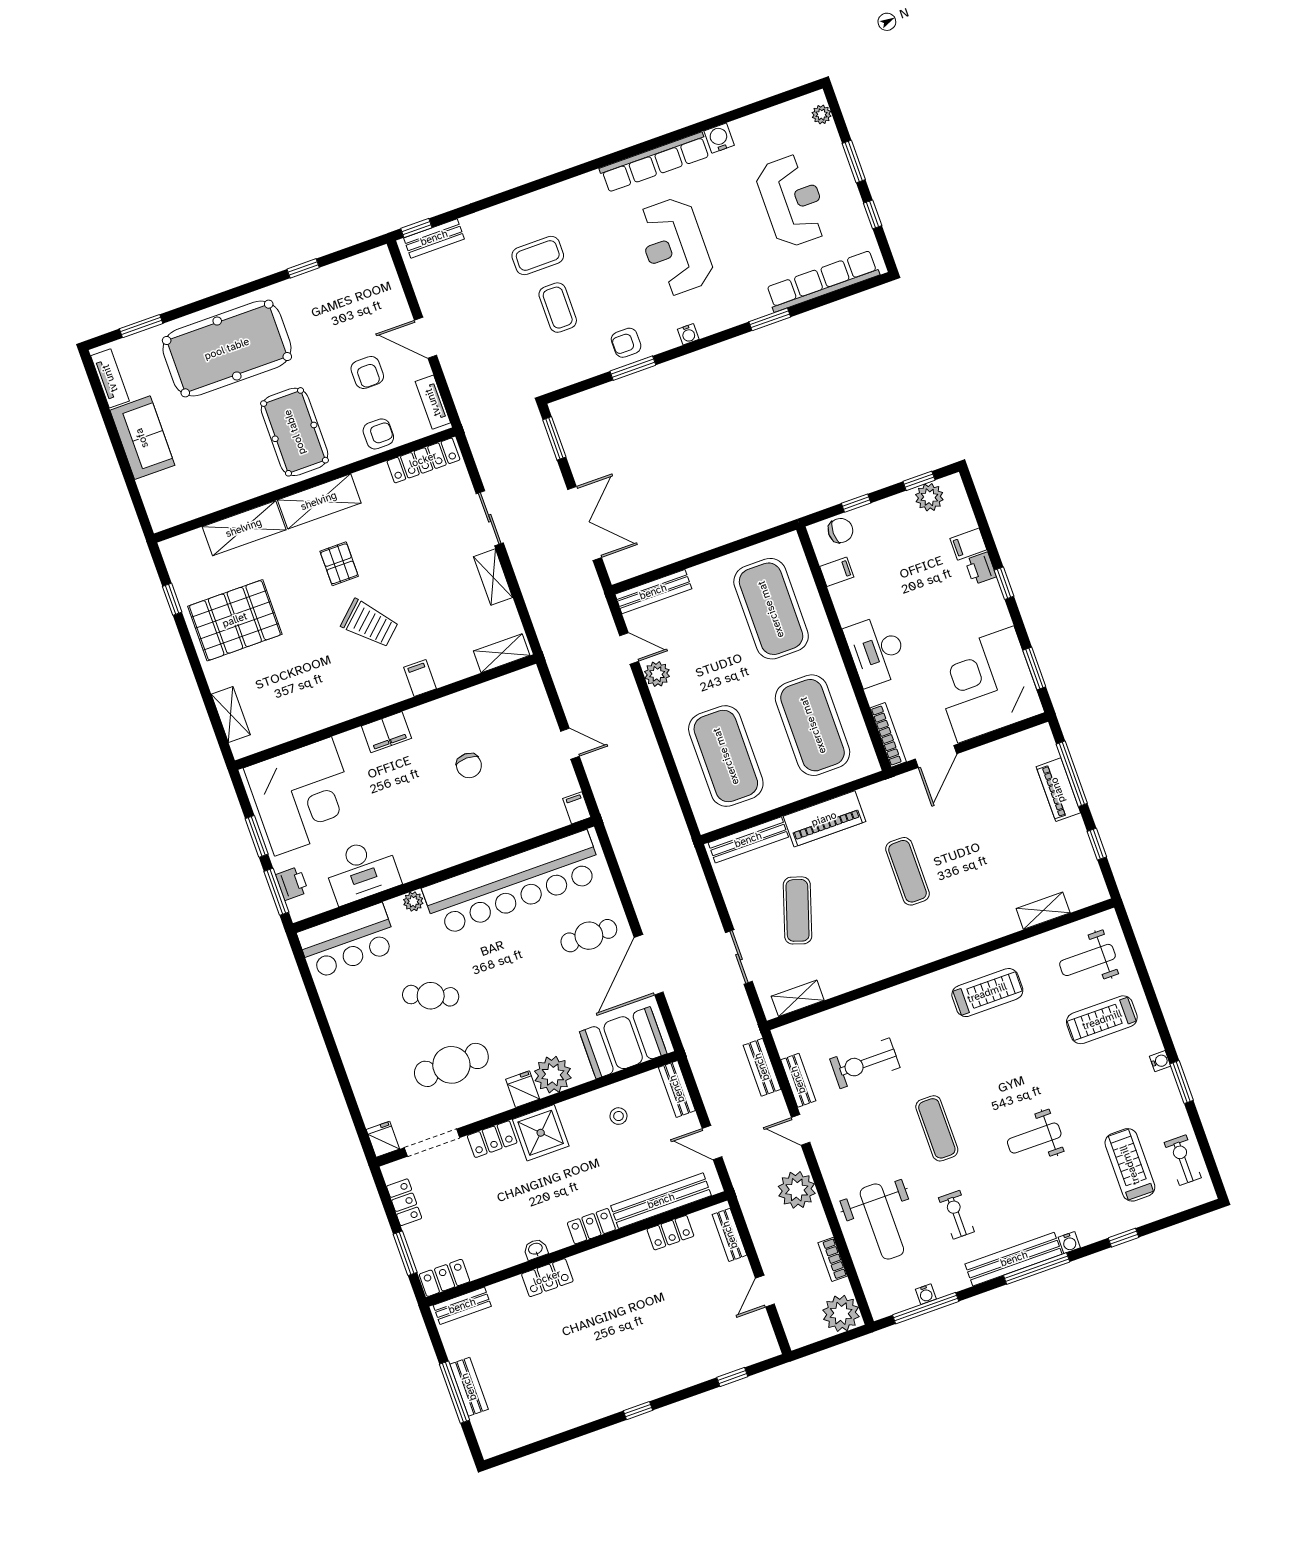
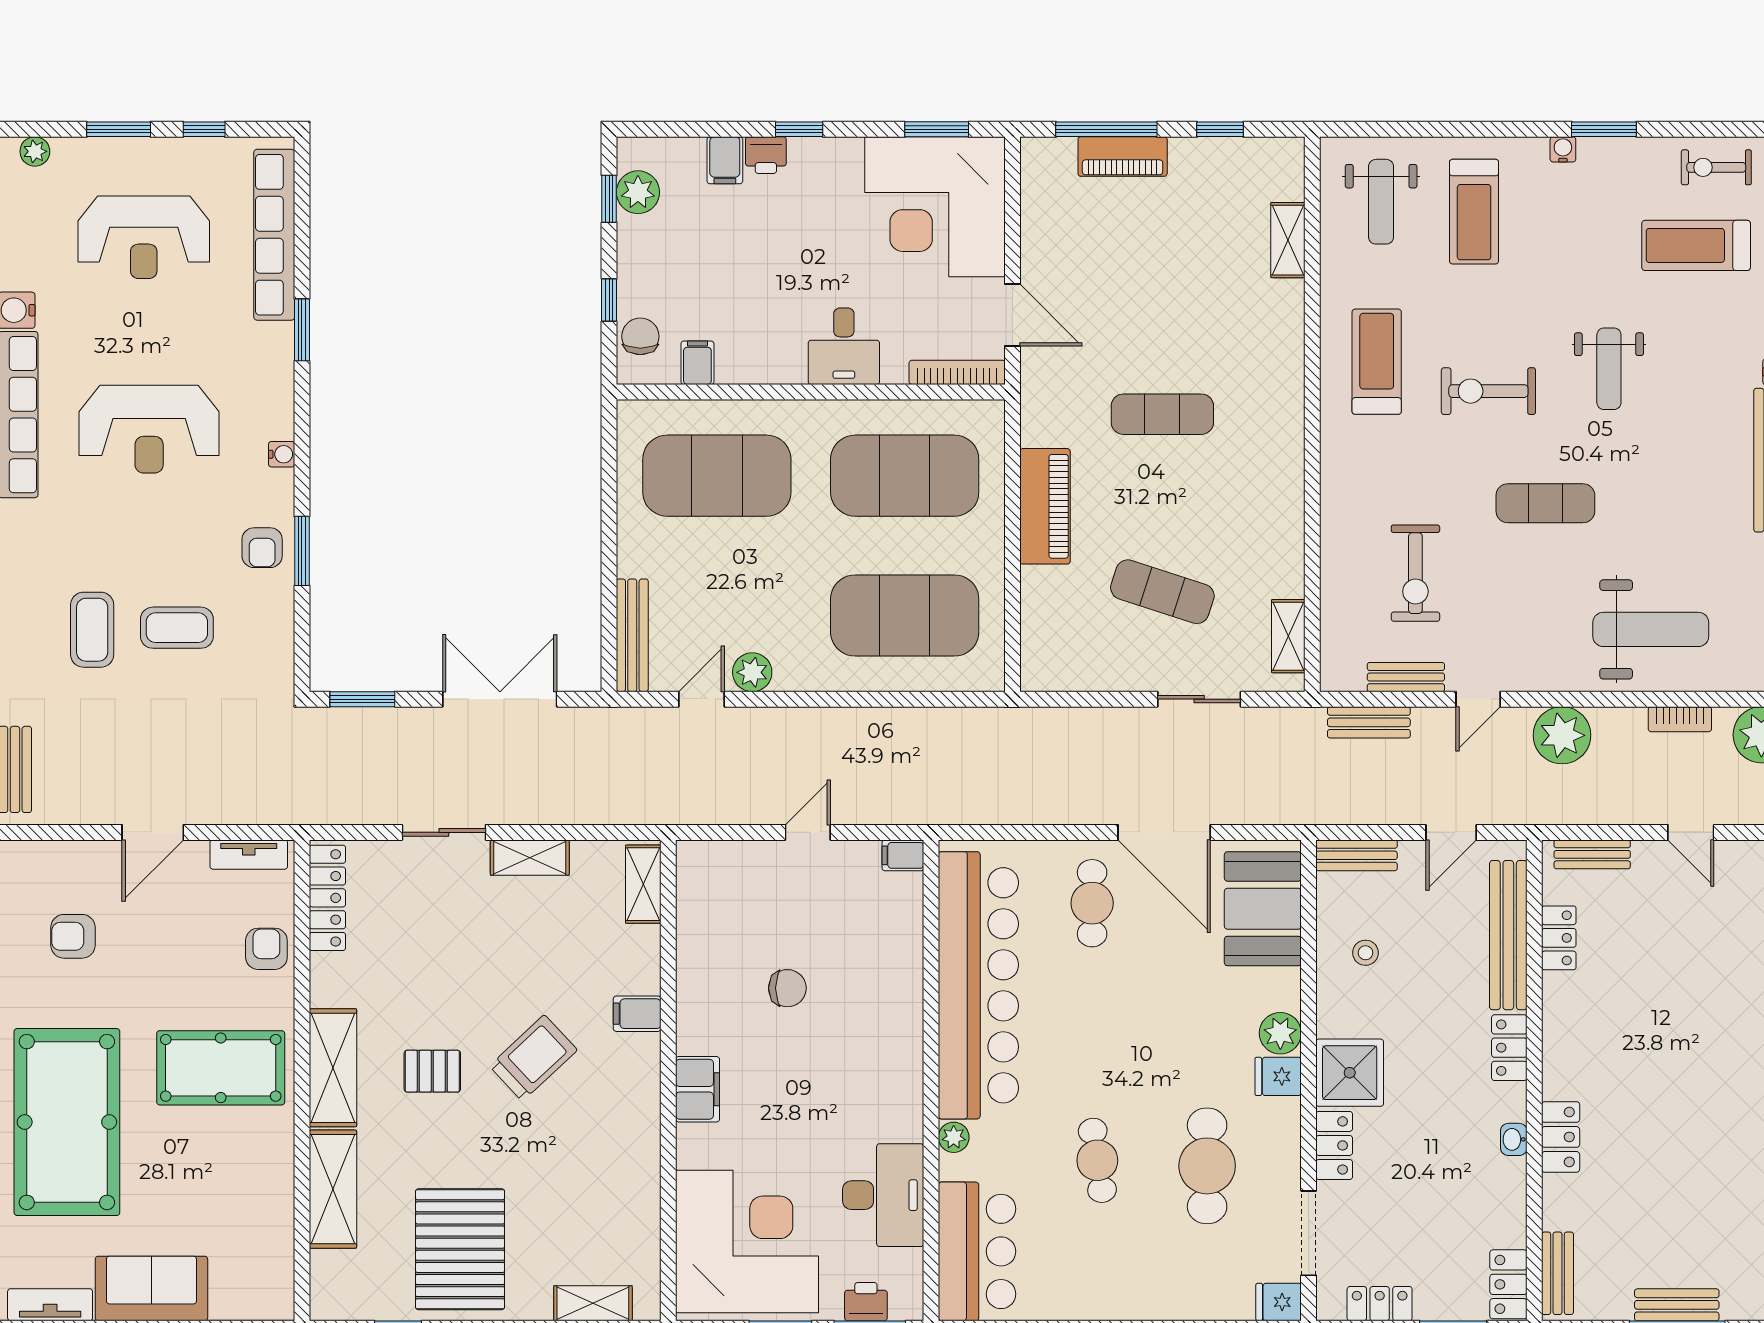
reception desk: (792, 201) -> (144, 237), turned 180
armchair: (367, 372) -> (73, 936), moved, turned 180
desk: (876, 651) -> (844, 346), width x0.73
bench: (748, 840) -> (1036, 626), removed
cafe table: (431, 996) -> (1097, 1160), turned -32
plant: (553, 1075) -> (1280, 1033), width x0.73, depth x0.73
exercise bike: (956, 1215) -> (1488, 391), moved, width x1.38, depth x1.39

